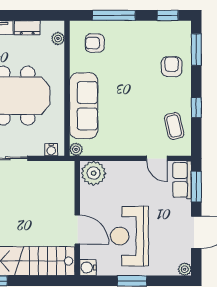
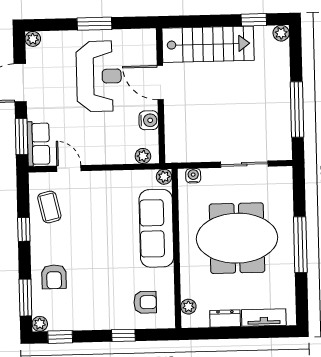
window: (114, 15) -> (123, 335), width x0.46
plant: (185, 27) -> (40, 324), added
plant: (94, 173) -> (143, 156), width x0.53, depth x0.53
water cooler: (88, 268) -> (149, 120), moved

